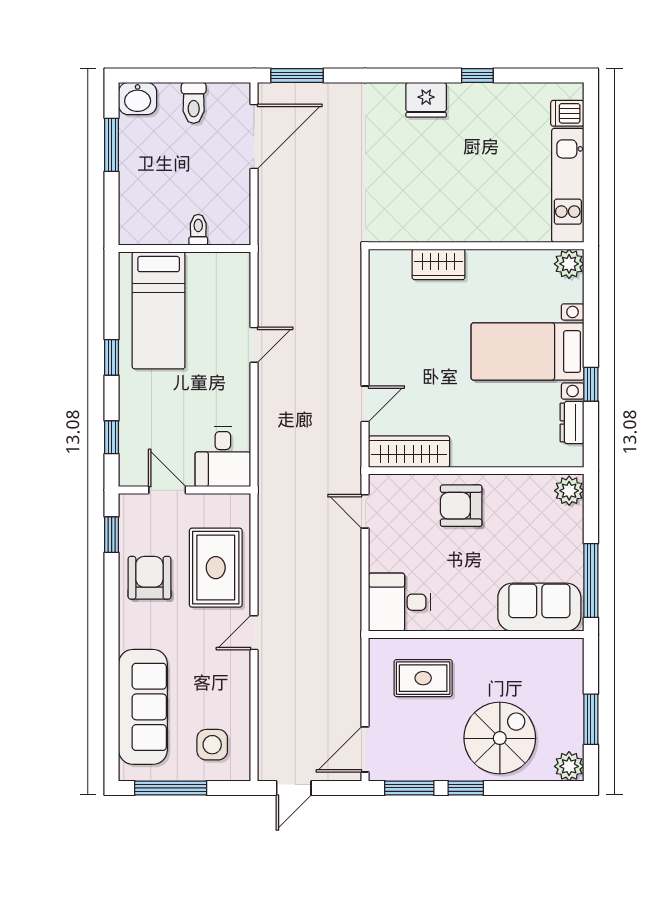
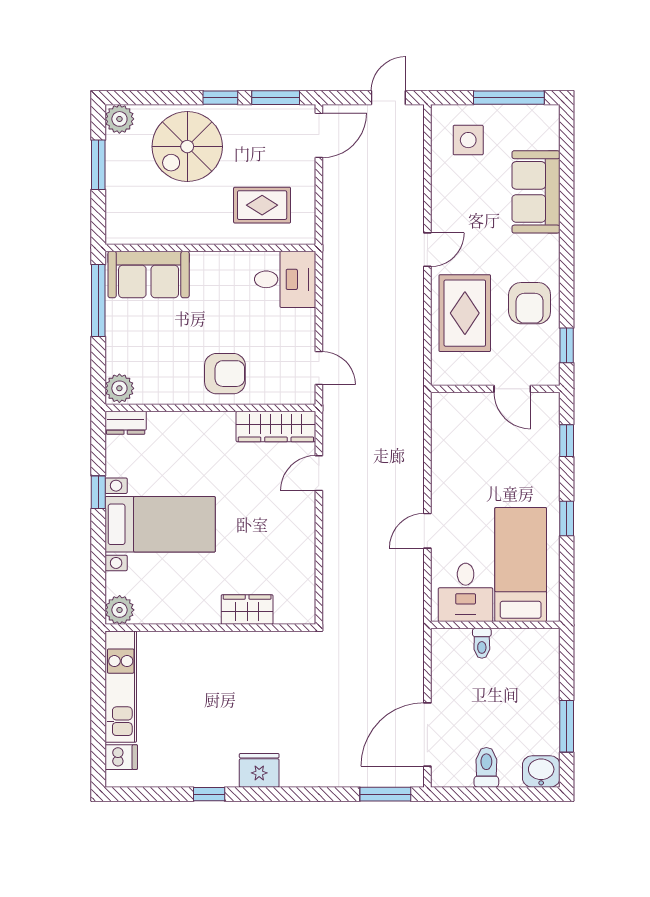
dresser: (572, 422) -> (126, 423), moved, turned 90
desk: (223, 457) -> (466, 592), moved, turned 180
sofa: (143, 707) -> (536, 192), width x0.73

